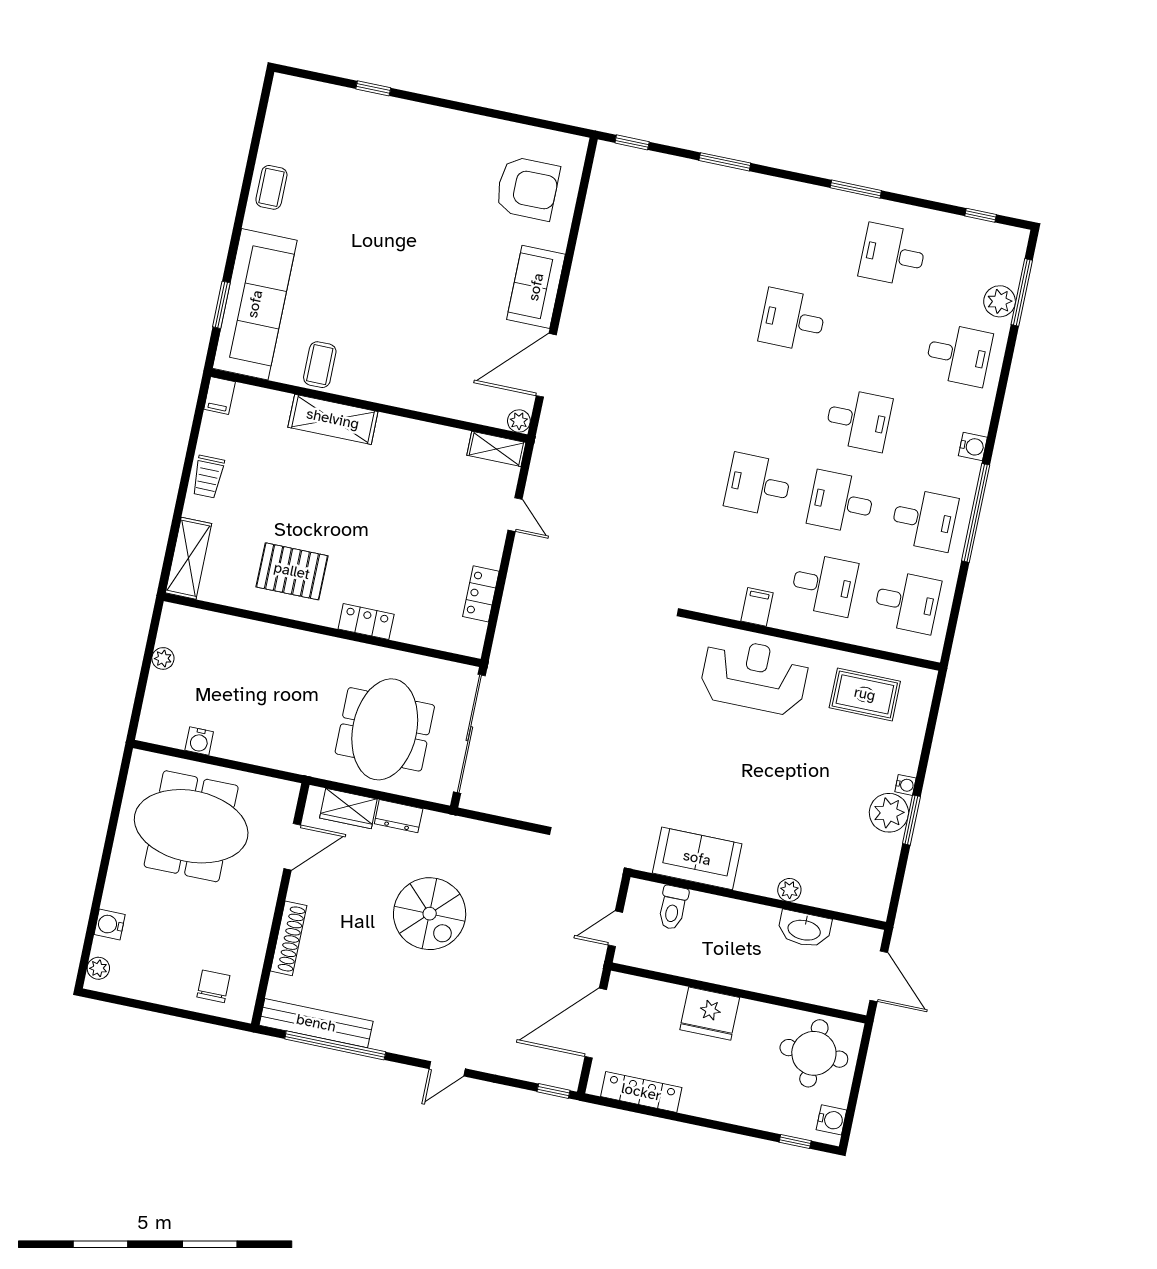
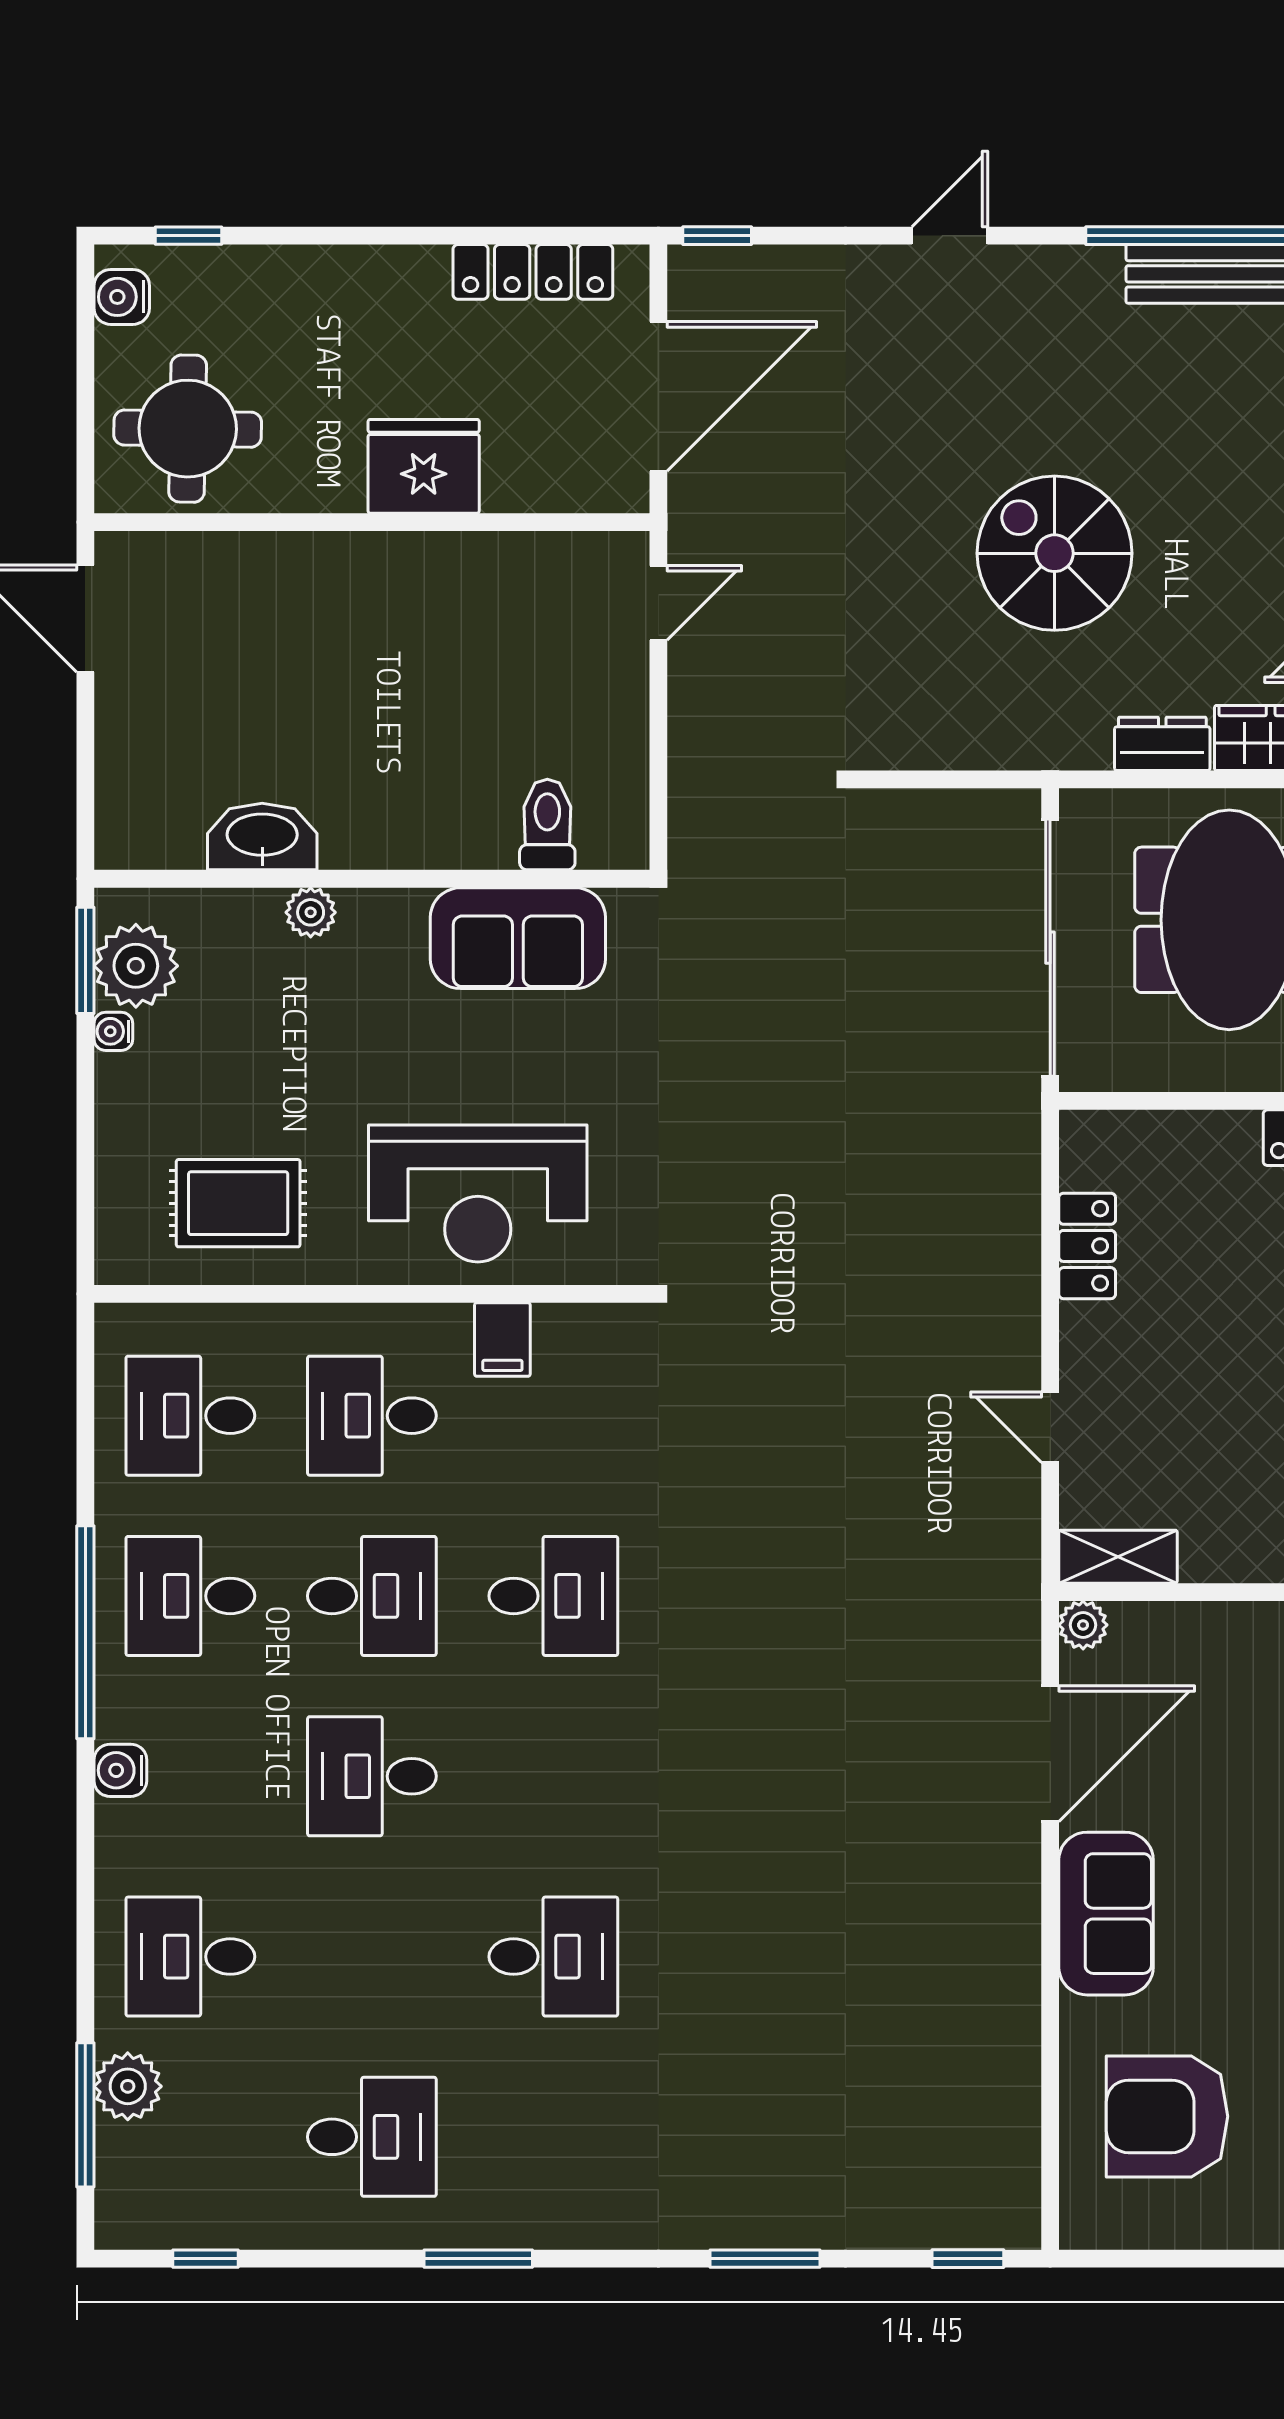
sofa: (697, 858) -> (518, 938), moved
plant: (789, 890) -> (311, 912), moved
wall: (758, 899) -> (372, 879), moved
toilet: (673, 907) -> (547, 825), moved
washbasin: (804, 929) -> (262, 837), moved

